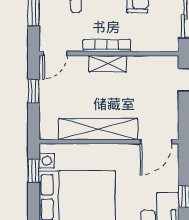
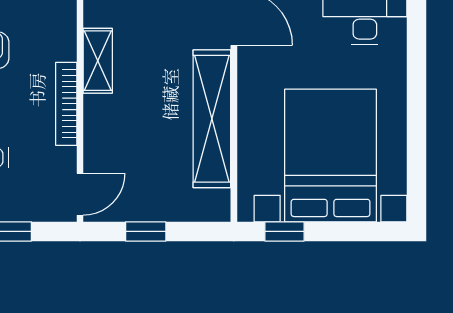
door: (55, 53) -> (80, 194), hinge flipped
shelving: (107, 64) -> (98, 61), moved

